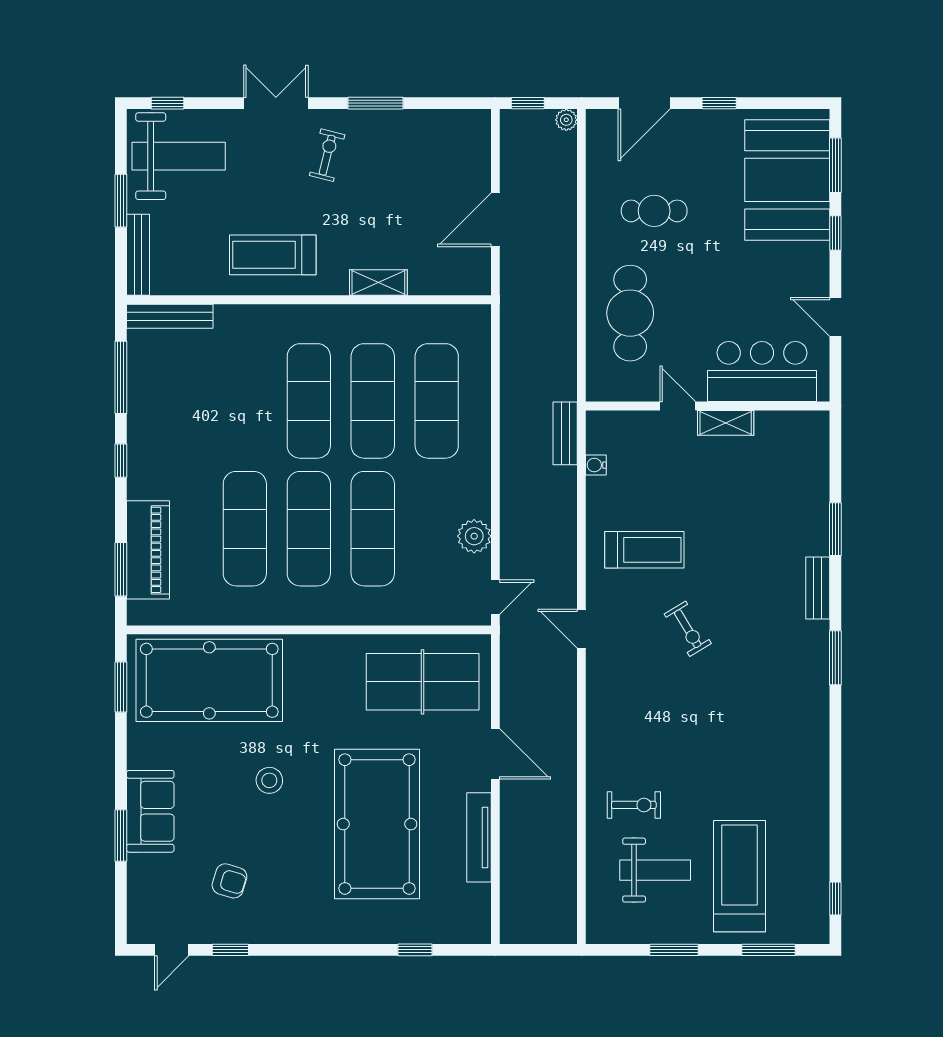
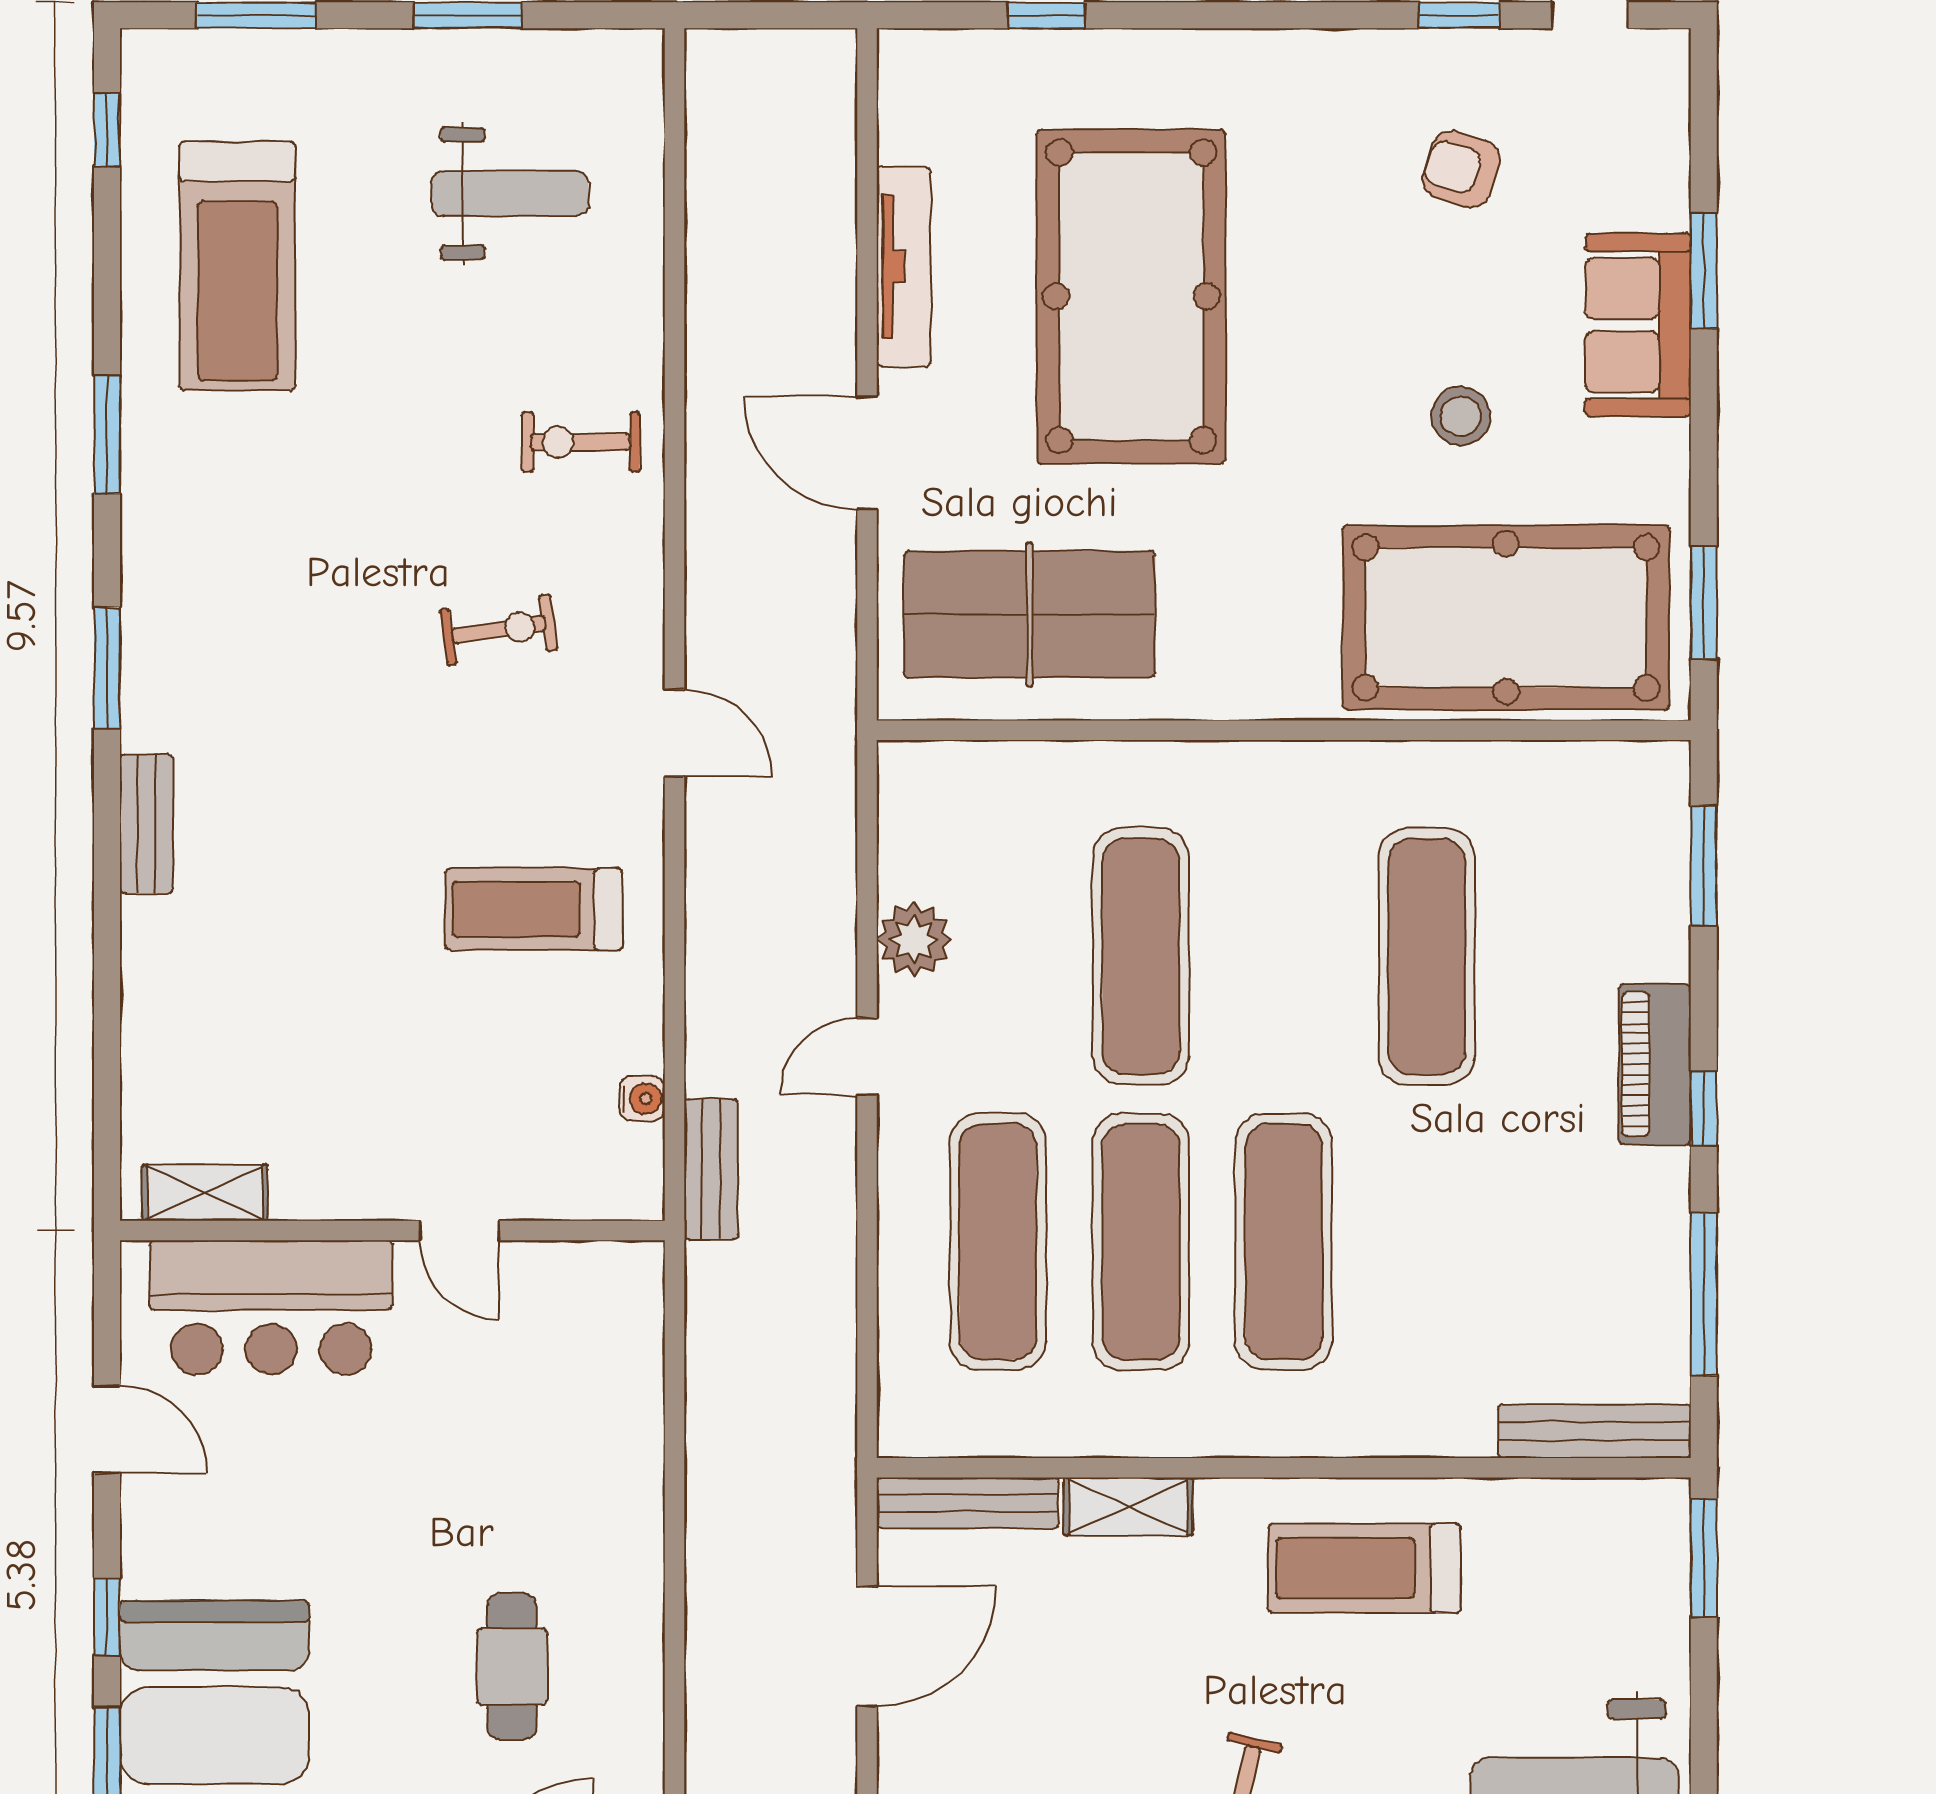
window: (121, 201) -> (1704, 1558), moved
cafe table: (654, 211) -> (512, 1666), turned 90
bench: (138, 255) -> (968, 1503), moved, turned 90
treadmill: (273, 255) -> (1365, 1568), turned 180
cafe table: (630, 313) -> (566, 1438), removed
shelving: (726, 423) -> (205, 1193), moved
exercise mat: (309, 529) -> (1284, 956), removed
window: (835, 529) -> (107, 435), moved
piano: (148, 550) -> (1655, 1064), moved, width x0.73, depth x0.75
door: (495, 597) -> (867, 1057), moved
exercise bike: (688, 629) -> (499, 630), moved, turned 113
stool: (269, 780) -> (1461, 416), moved
exercise bike: (634, 805) -> (581, 442), moved
weight bench: (655, 870) -> (510, 193), turned 180
treadmill: (739, 876) -> (238, 266), moved

